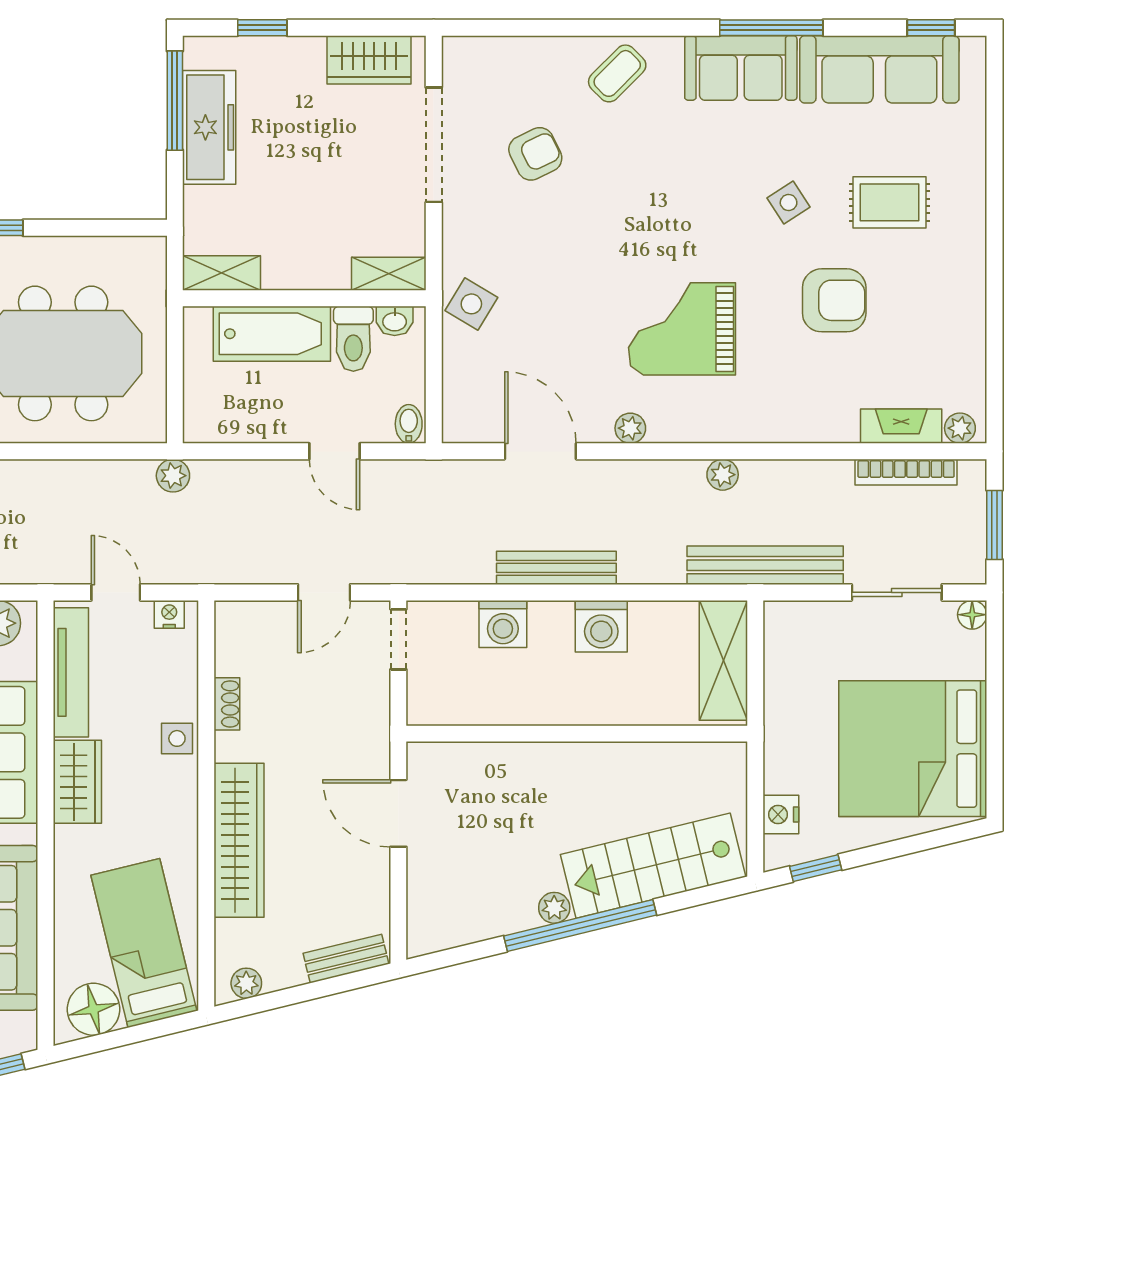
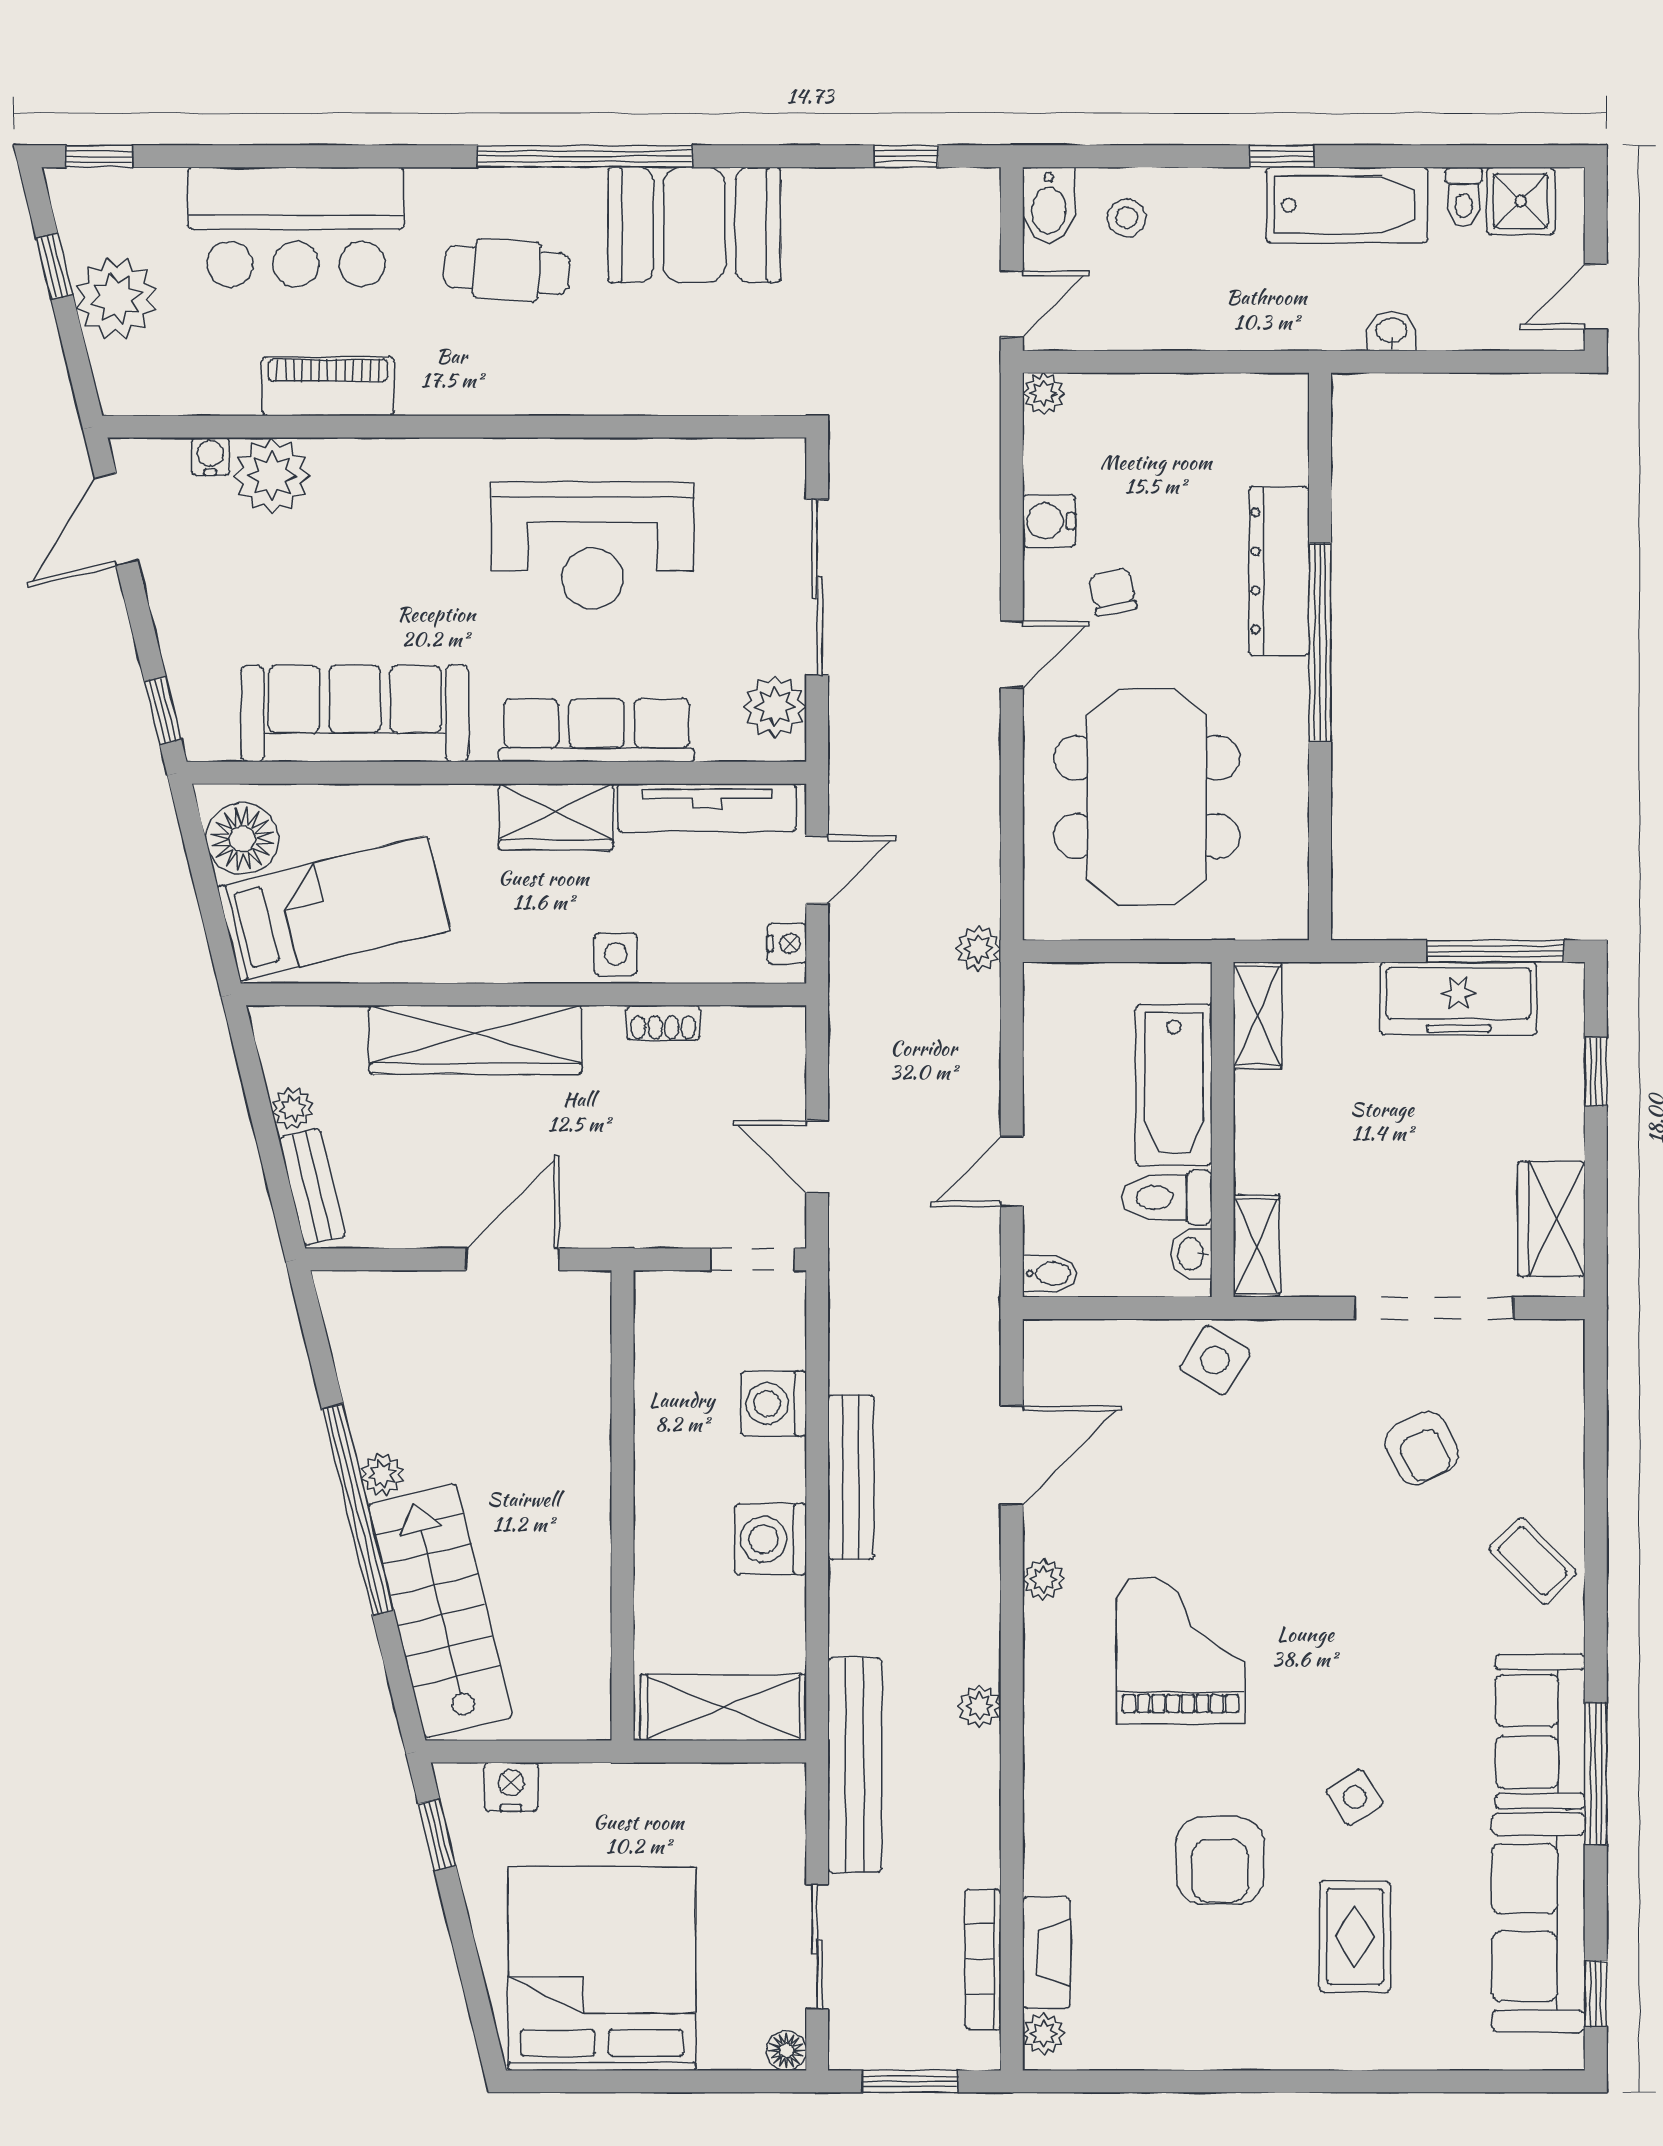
plant: (246, 983) -> (293, 1108), moved

